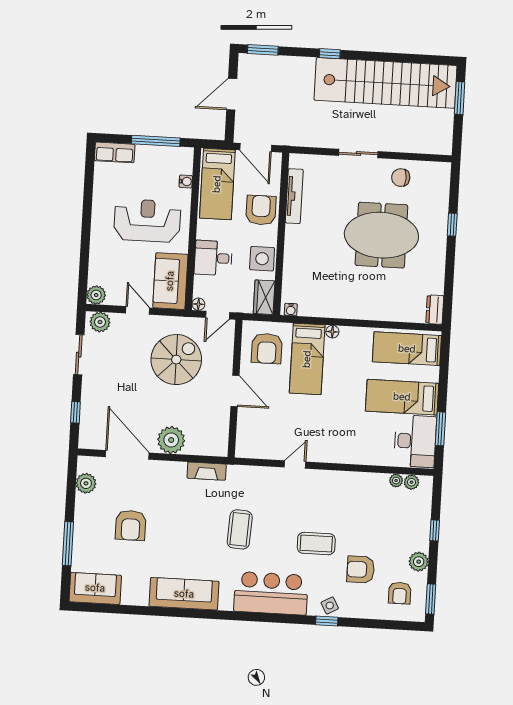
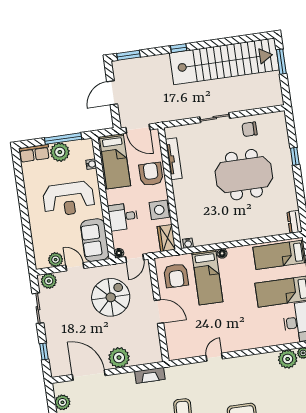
plant: (148, 158) -> (60, 152), added
reception desk: (147, 221) -> (69, 199), turned 180
plant: (96, 295) -> (56, 260), moved
plant: (396, 481) -> (288, 359), width x1.88, depth x1.88

